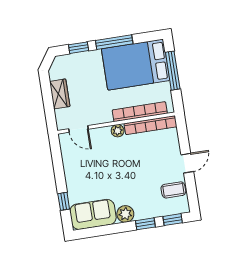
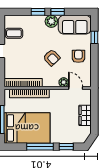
plant: (118, 131) -> (64, 82), moved
armchair: (117, 165) -> (52, 58), added
armchair: (81, 172) -> (78, 56), added
window: (173, 220) -> (58, 12), moved

